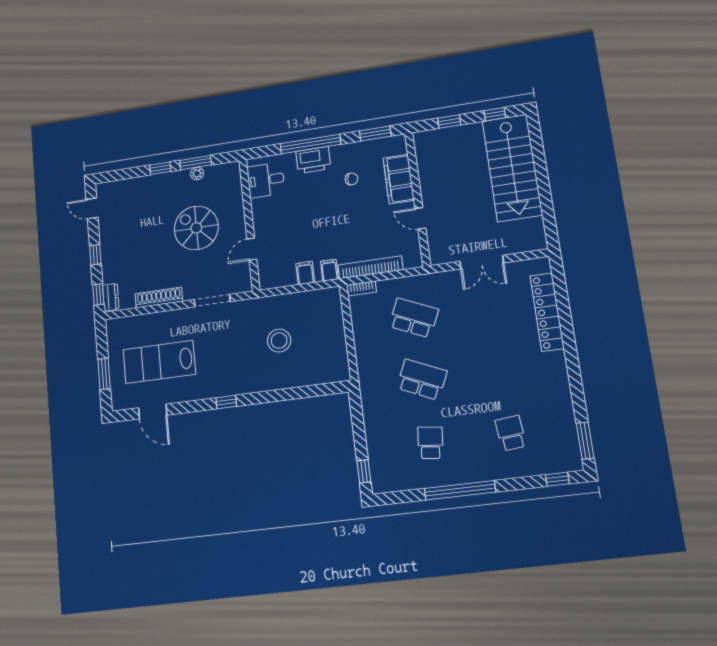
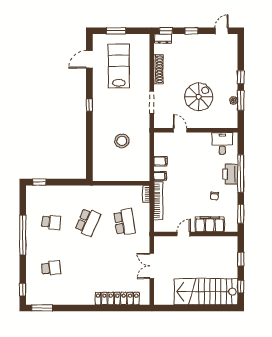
school desk: (414, 318) -> (124, 222), turned -33

